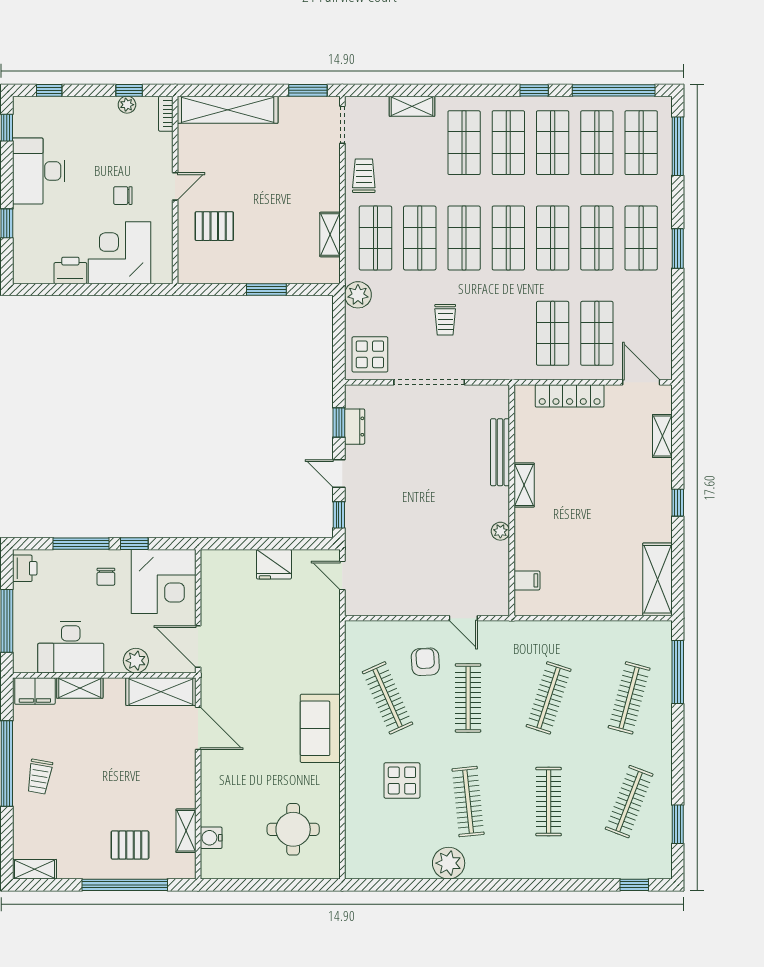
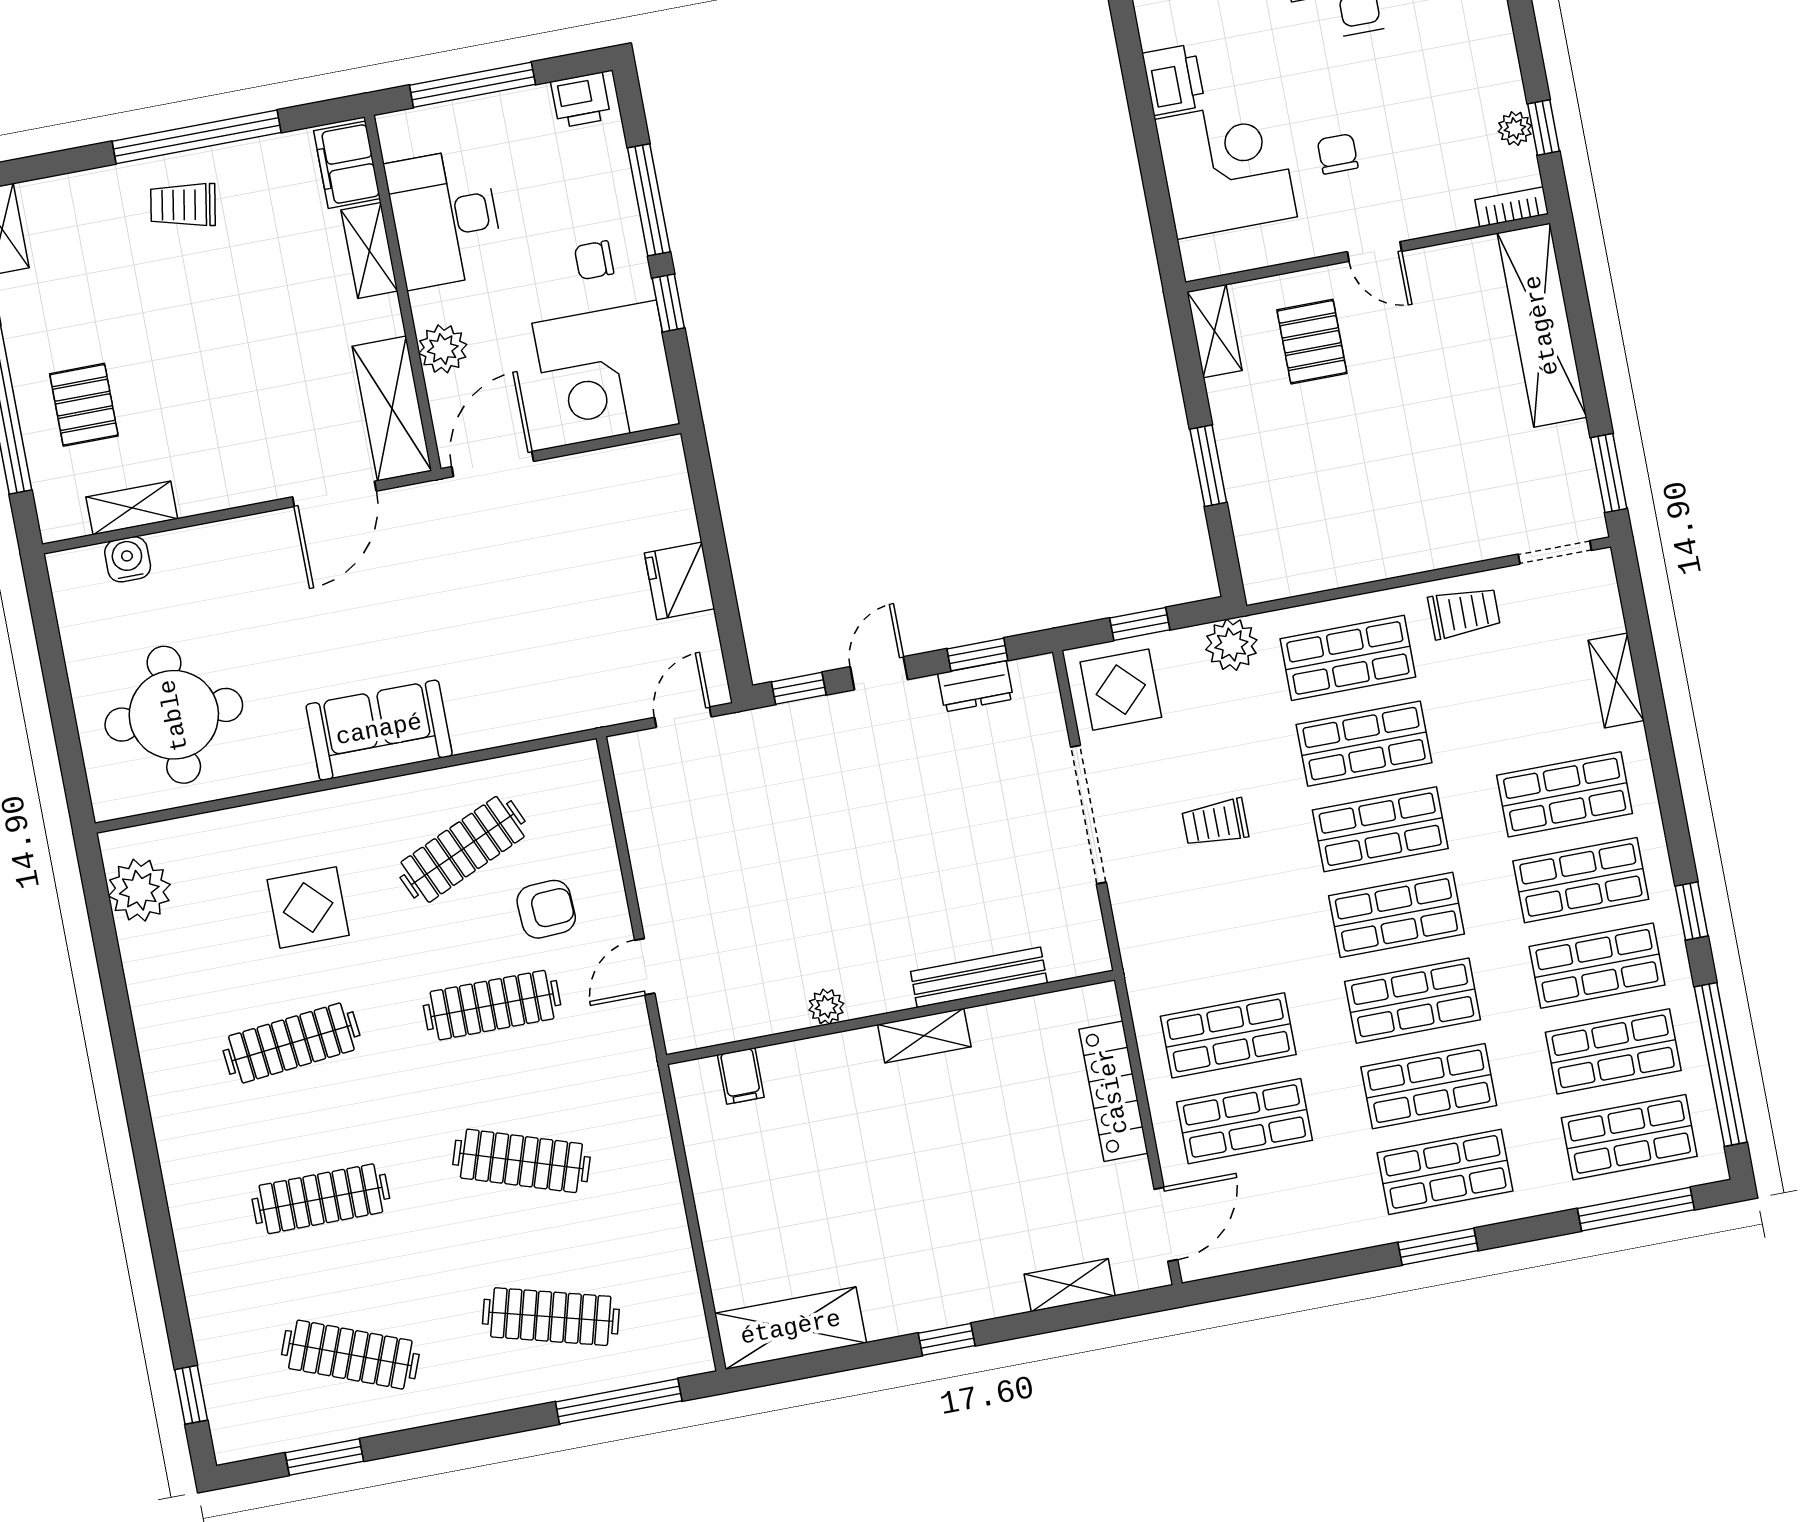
shelving: (330, 234) -> (1215, 331), moved, turned 90
window: (339, 339) -> (1140, 624), added
round table: (293, 829) -> (174, 715), width x1.36, depth x1.36
plant: (449, 863) -> (139, 890), moved

